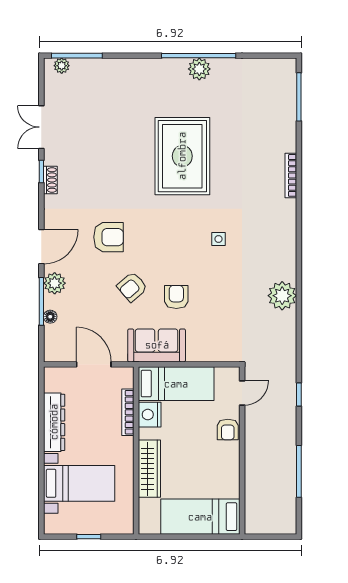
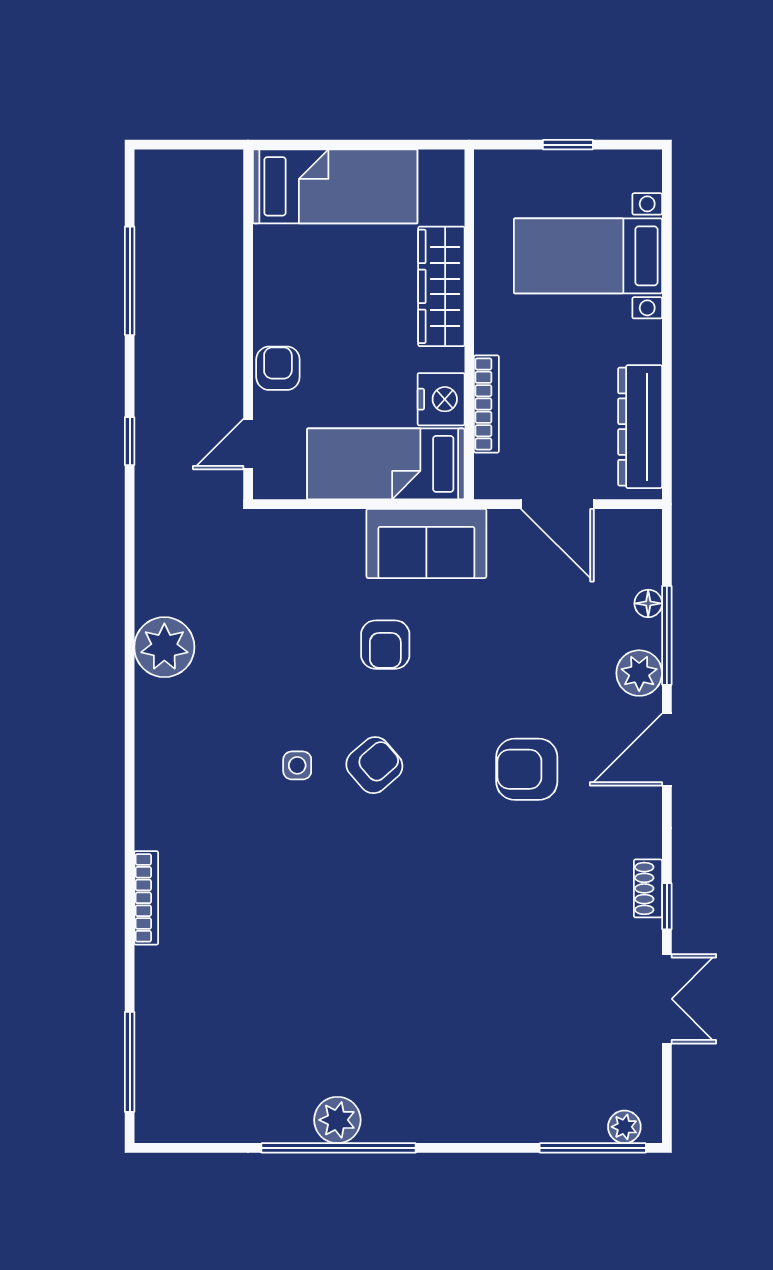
rug: (182, 156) -> (373, 938), removed
armchair: (132, 287) -> (374, 765), moved
dresser: (54, 422) -> (640, 427), moved

